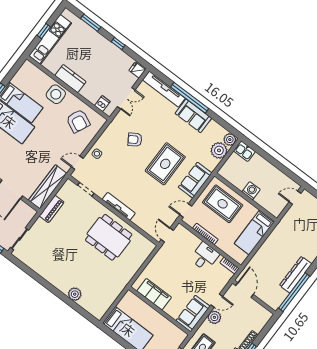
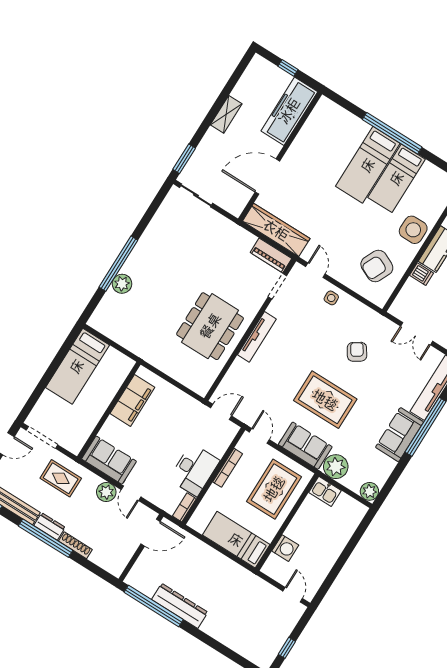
dishwasher: (102, 104) -> (421, 274), moved
plant: (219, 150) -> (336, 467), moved
kitchen sink: (244, 151) -> (325, 491), moved, turned -90
washing machine: (251, 191) -> (285, 548), moved
piano: (52, 209) -> (271, 255), moved
desk: (205, 257) -> (194, 470), width x1.37
window: (61, 295) -> (118, 264), added

